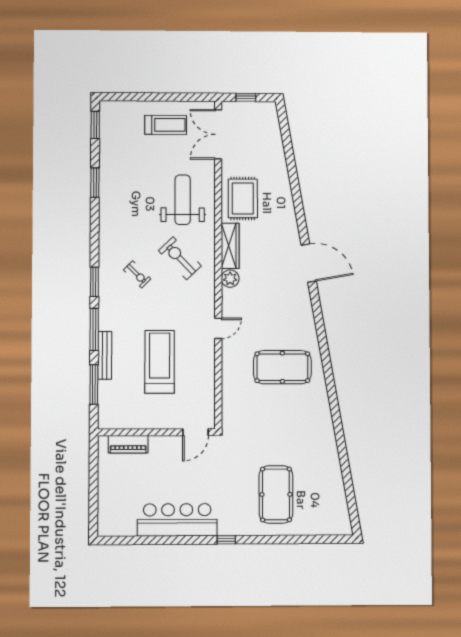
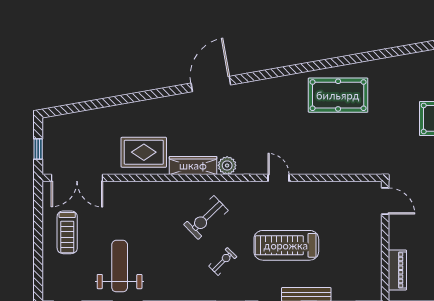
treadmill: (166, 125) -> (67, 232), turned 180
weight bench: (183, 200) -> (120, 266), moved, turned 90
treadmill: (160, 362) -> (286, 245), moved
pool table: (282, 367) -> (338, 95), moved, turned 90

